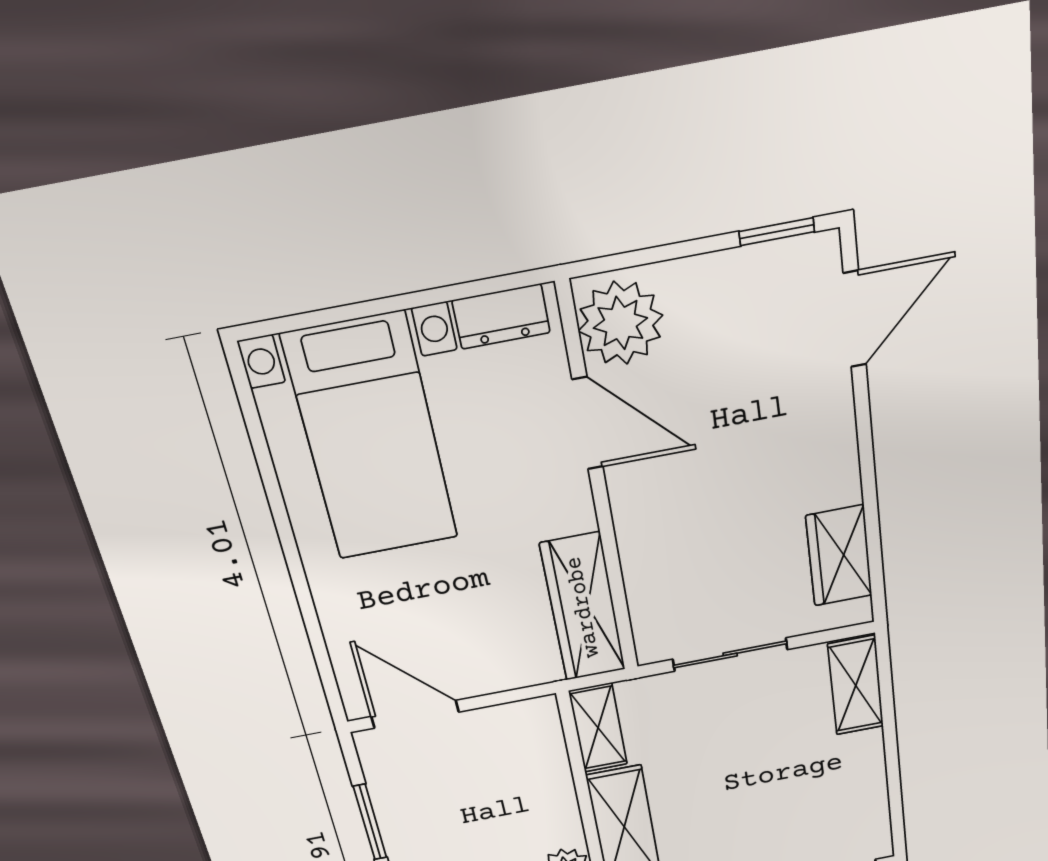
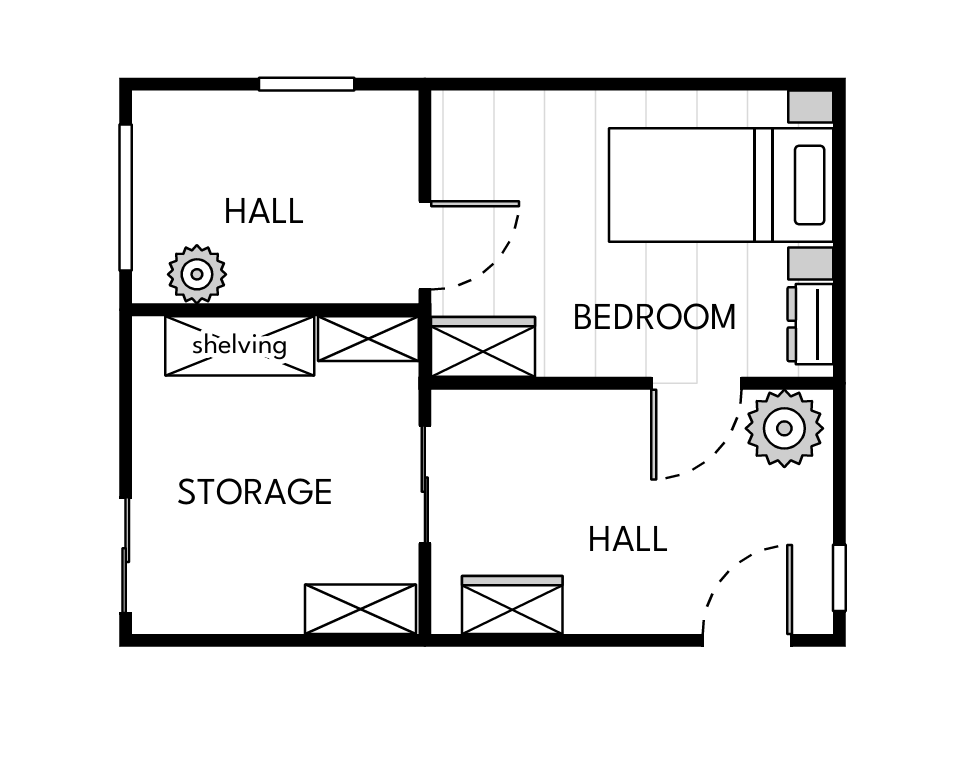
door: (855, 319) -> (747, 640), swing flipped
wardrobe: (583, 607) -> (483, 347), width x0.67
door: (415, 714) -> (425, 245), moved

